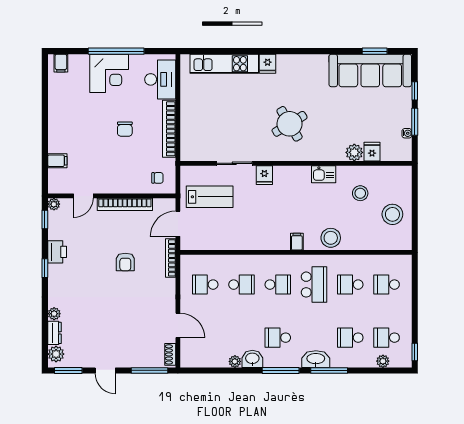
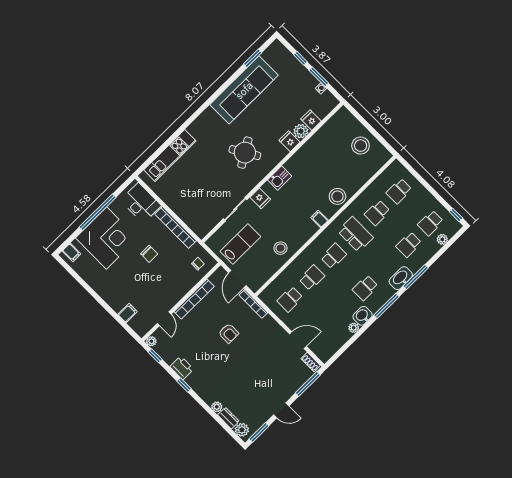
fridge: (268, 64) -> (289, 141), moved, turned 180
sofa: (370, 70) -> (244, 90), moved
corner desk: (109, 73) -> (107, 238), width x1.36, depth x1.36
kitchen sink: (324, 174) -> (280, 178), moved
stool: (360, 193) -> (280, 248), moved

